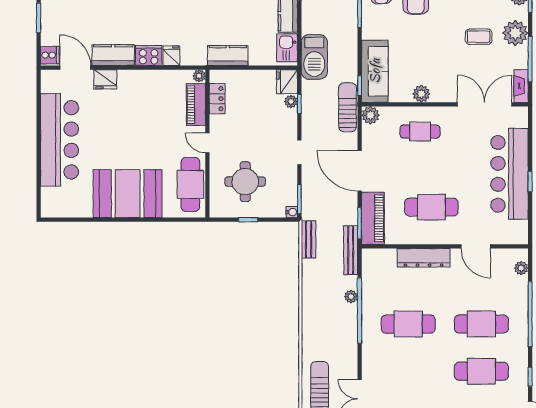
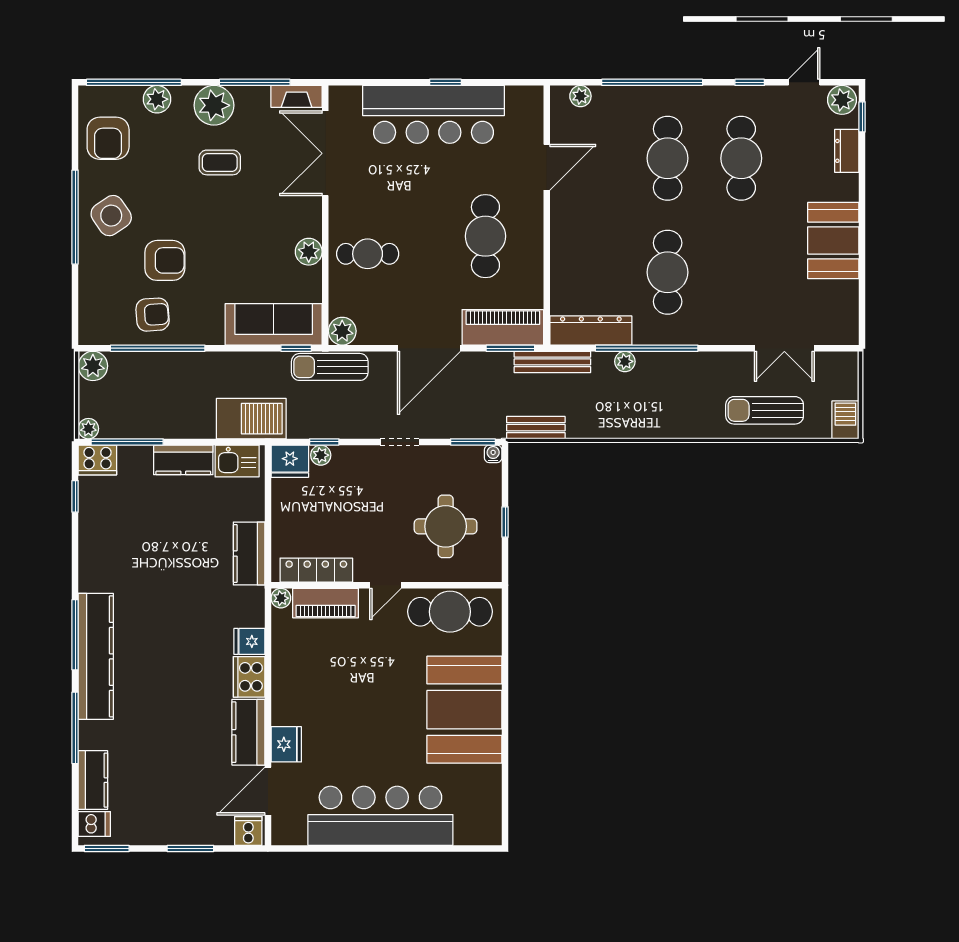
coffee table: (479, 37) -> (220, 162), turned 90
locker: (217, 99) -> (316, 570), width x1.53
cafe table: (420, 132) -> (368, 254), turned 90
dresser: (424, 258) -> (591, 330), moved, turned -90

